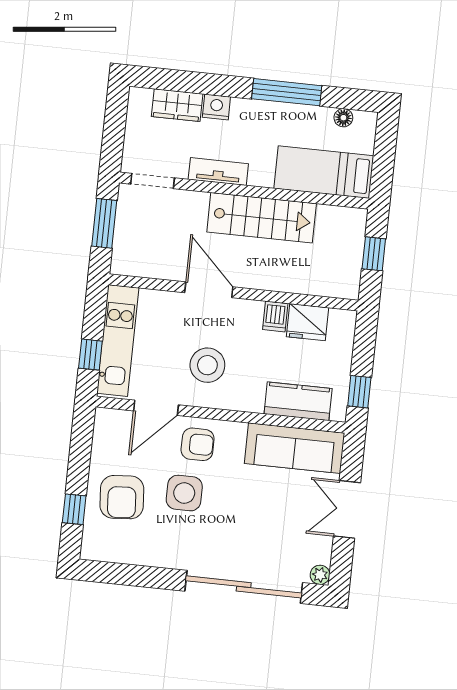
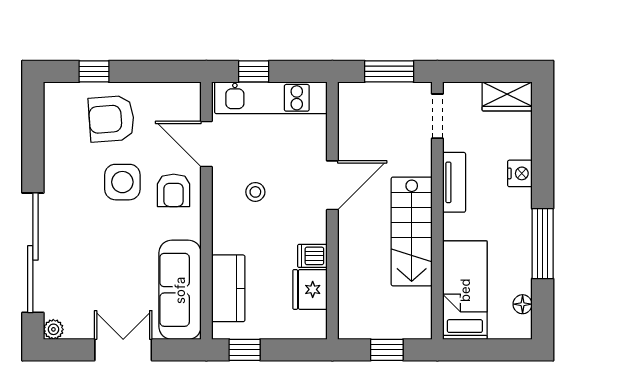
wardrobe: (177, 105) -> (507, 96), moved, turned -90
stool: (207, 365) -> (255, 192), width x0.53, depth x0.53

